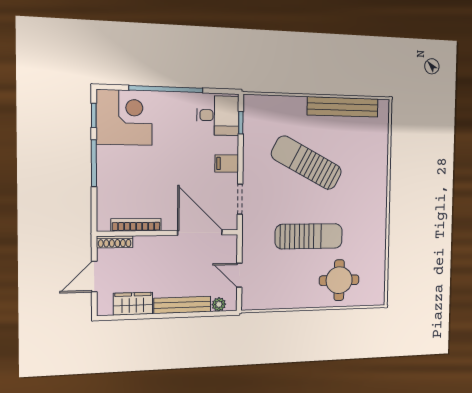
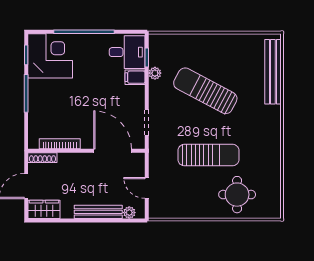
bench: (343, 107) -> (273, 72), moved, turned 90
plant: (250, 141) -> (155, 73), added
filing cabinet: (227, 164) -> (135, 77), moved
wardrobe: (133, 304) -> (44, 209), moved

